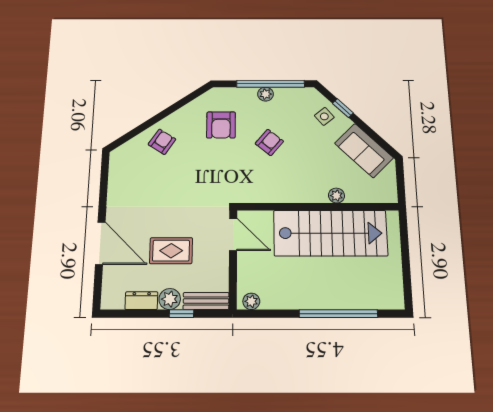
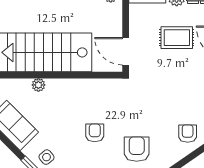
armchair: (162, 142) -> (188, 134), turned 147
armchair: (269, 142) -> (95, 133), turned 140

